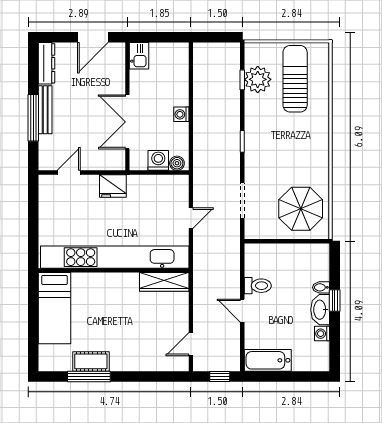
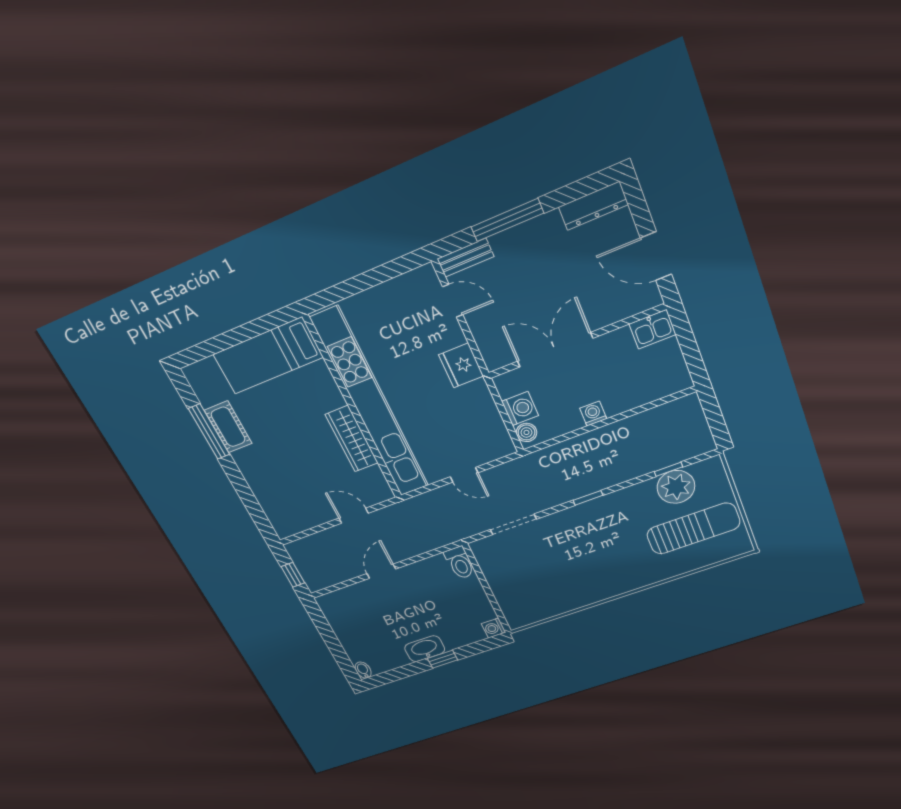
bench: (45, 110) -> (465, 258), moved, width x0.73
parasol: (301, 209) -> (533, 590), removed
wardrobe: (164, 282) -> (352, 439), moved
toilet: (258, 286) -> (460, 563), moved
bidet: (321, 287) -> (363, 670), moved
washing machine: (322, 334) -> (494, 628), moved, turned -90
door: (191, 344) -> (354, 516), moved
bathtub: (268, 360) -> (339, 617), removed

